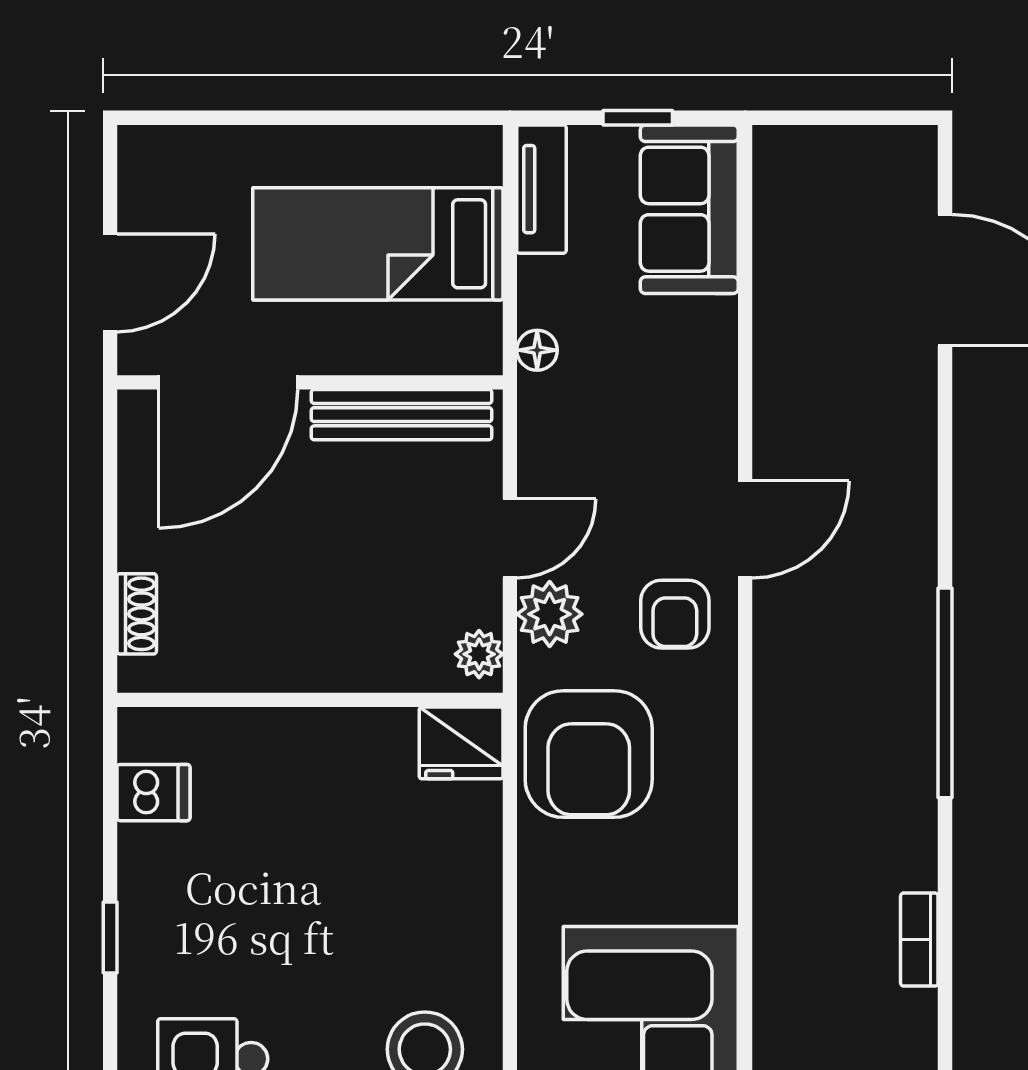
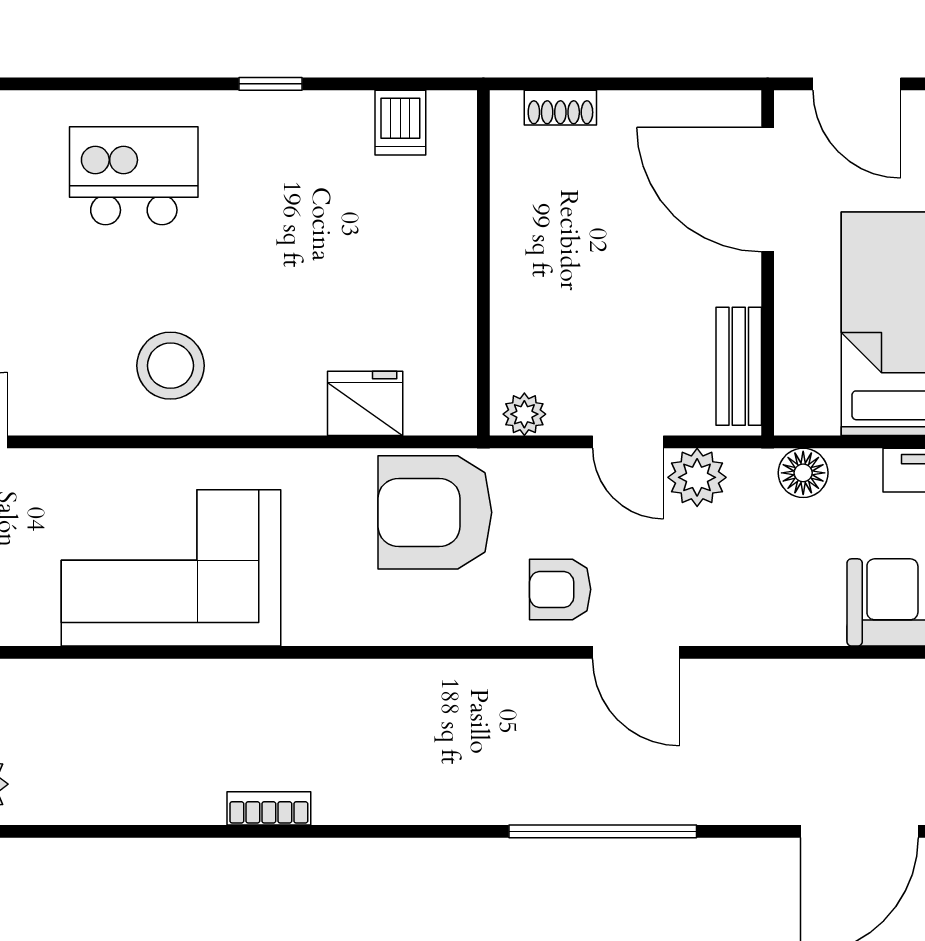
floor lamp: (537, 350) -> (803, 473), width x1.37, depth x1.37
bench: (402, 415) -> (739, 366), width x0.73
plant: (550, 614) -> (697, 477), moved
window: (945, 693) -> (603, 831), moved
fridge: (461, 743) -> (365, 403), moved, turned 90

